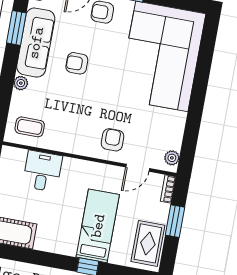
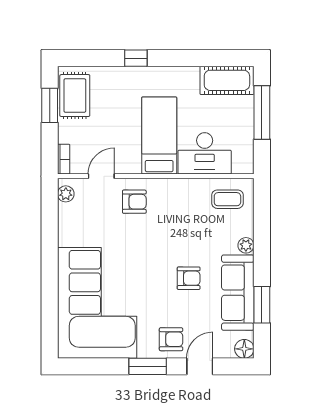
armchair: (113, 140) -> (134, 202), turned -90
desk: (42, 171) -> (205, 153), width x1.37
window: (175, 221) -> (50, 105), moved
bed: (98, 226) -> (159, 136), moved, turned 180

